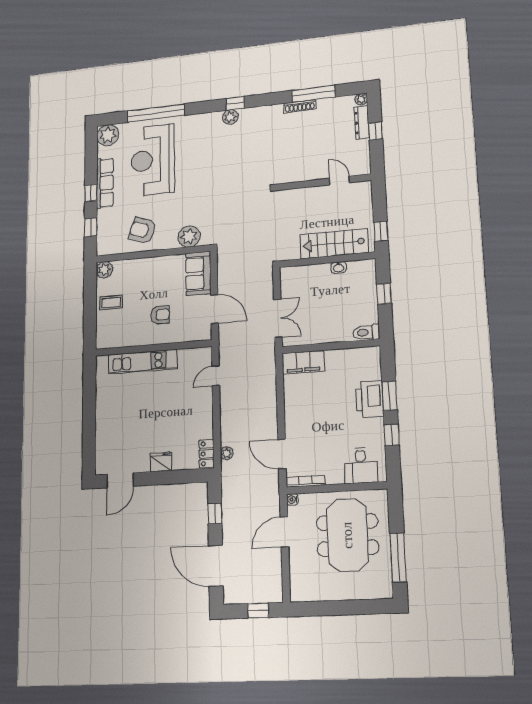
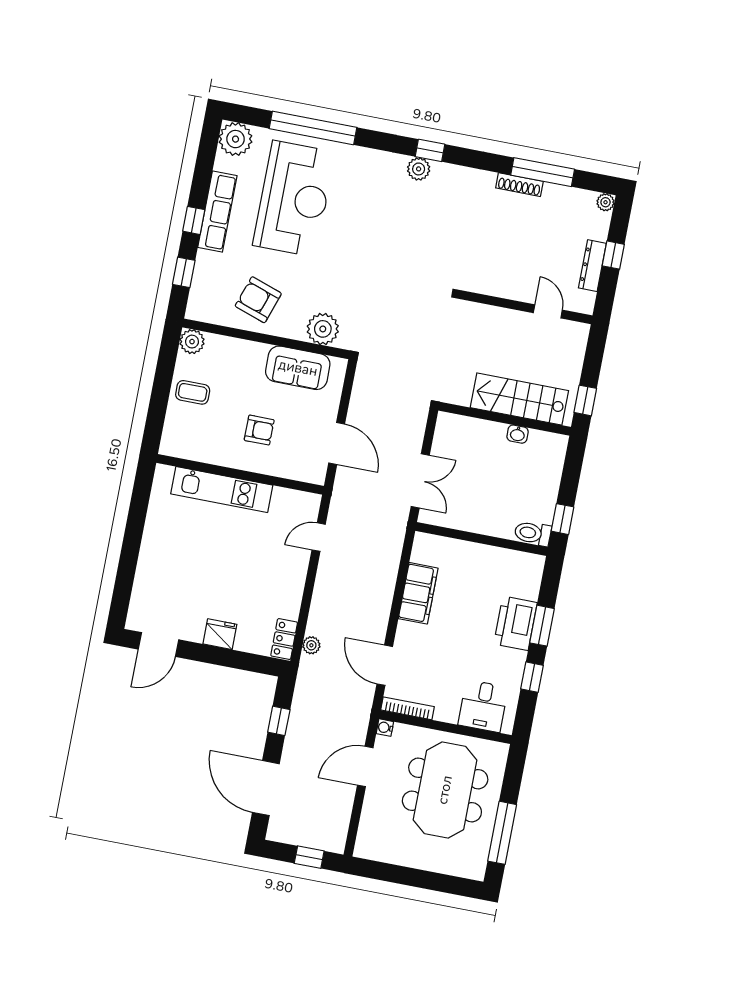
dresser: (362, 122) -> (592, 266), moved
reception desk: (153, 160) -> (294, 199), turned 180
sofa: (198, 273) -> (298, 368), moved, turned -90
window: (384, 294) -> (562, 519), moved
filing cabinet: (303, 362) -> (418, 593), moved, turned -90

